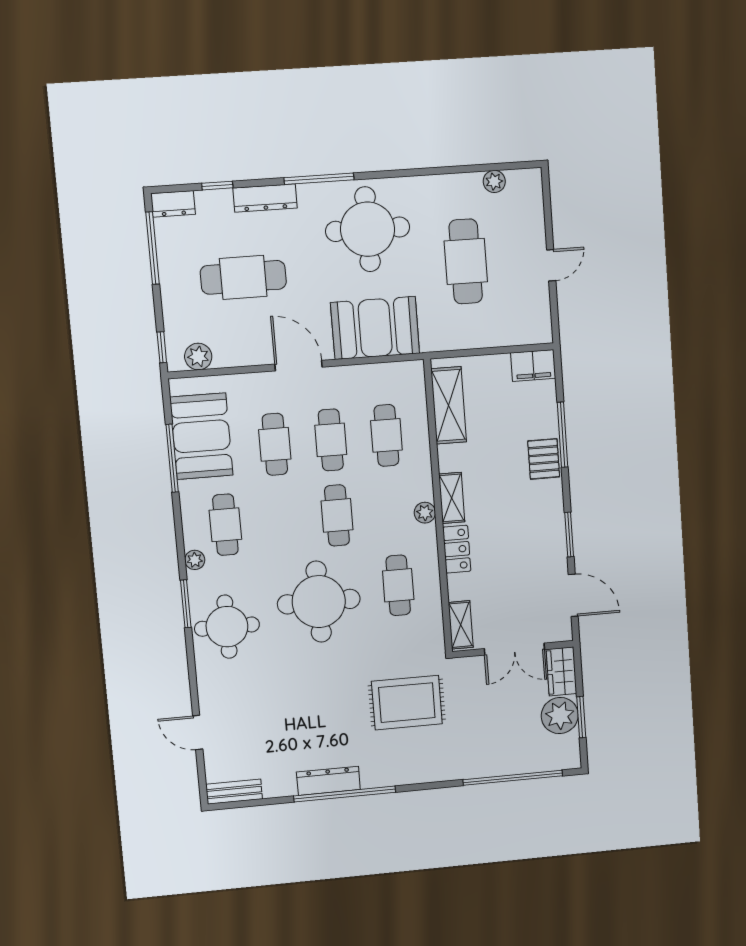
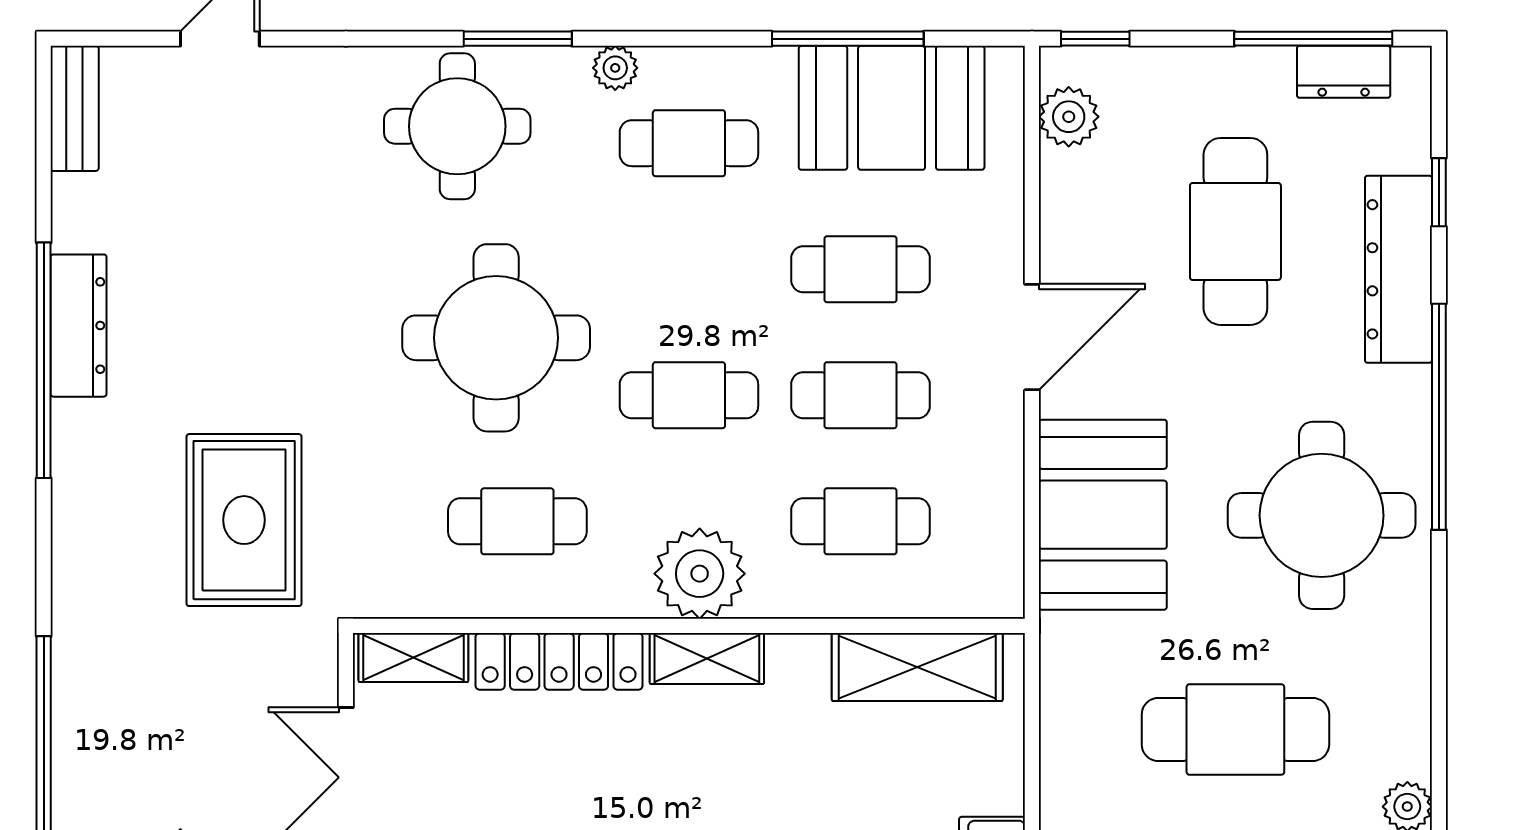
window: (319, 179) -> (1439, 417), width x1.46
dresser: (265, 198) -> (1398, 269), width x1.37, depth x1.24
dresser: (173, 204) -> (1344, 72), moved, turned -90
plant: (425, 513) -> (700, 574), width x1.87, depth x1.87
locker: (457, 549) -> (559, 661), width x1.53

